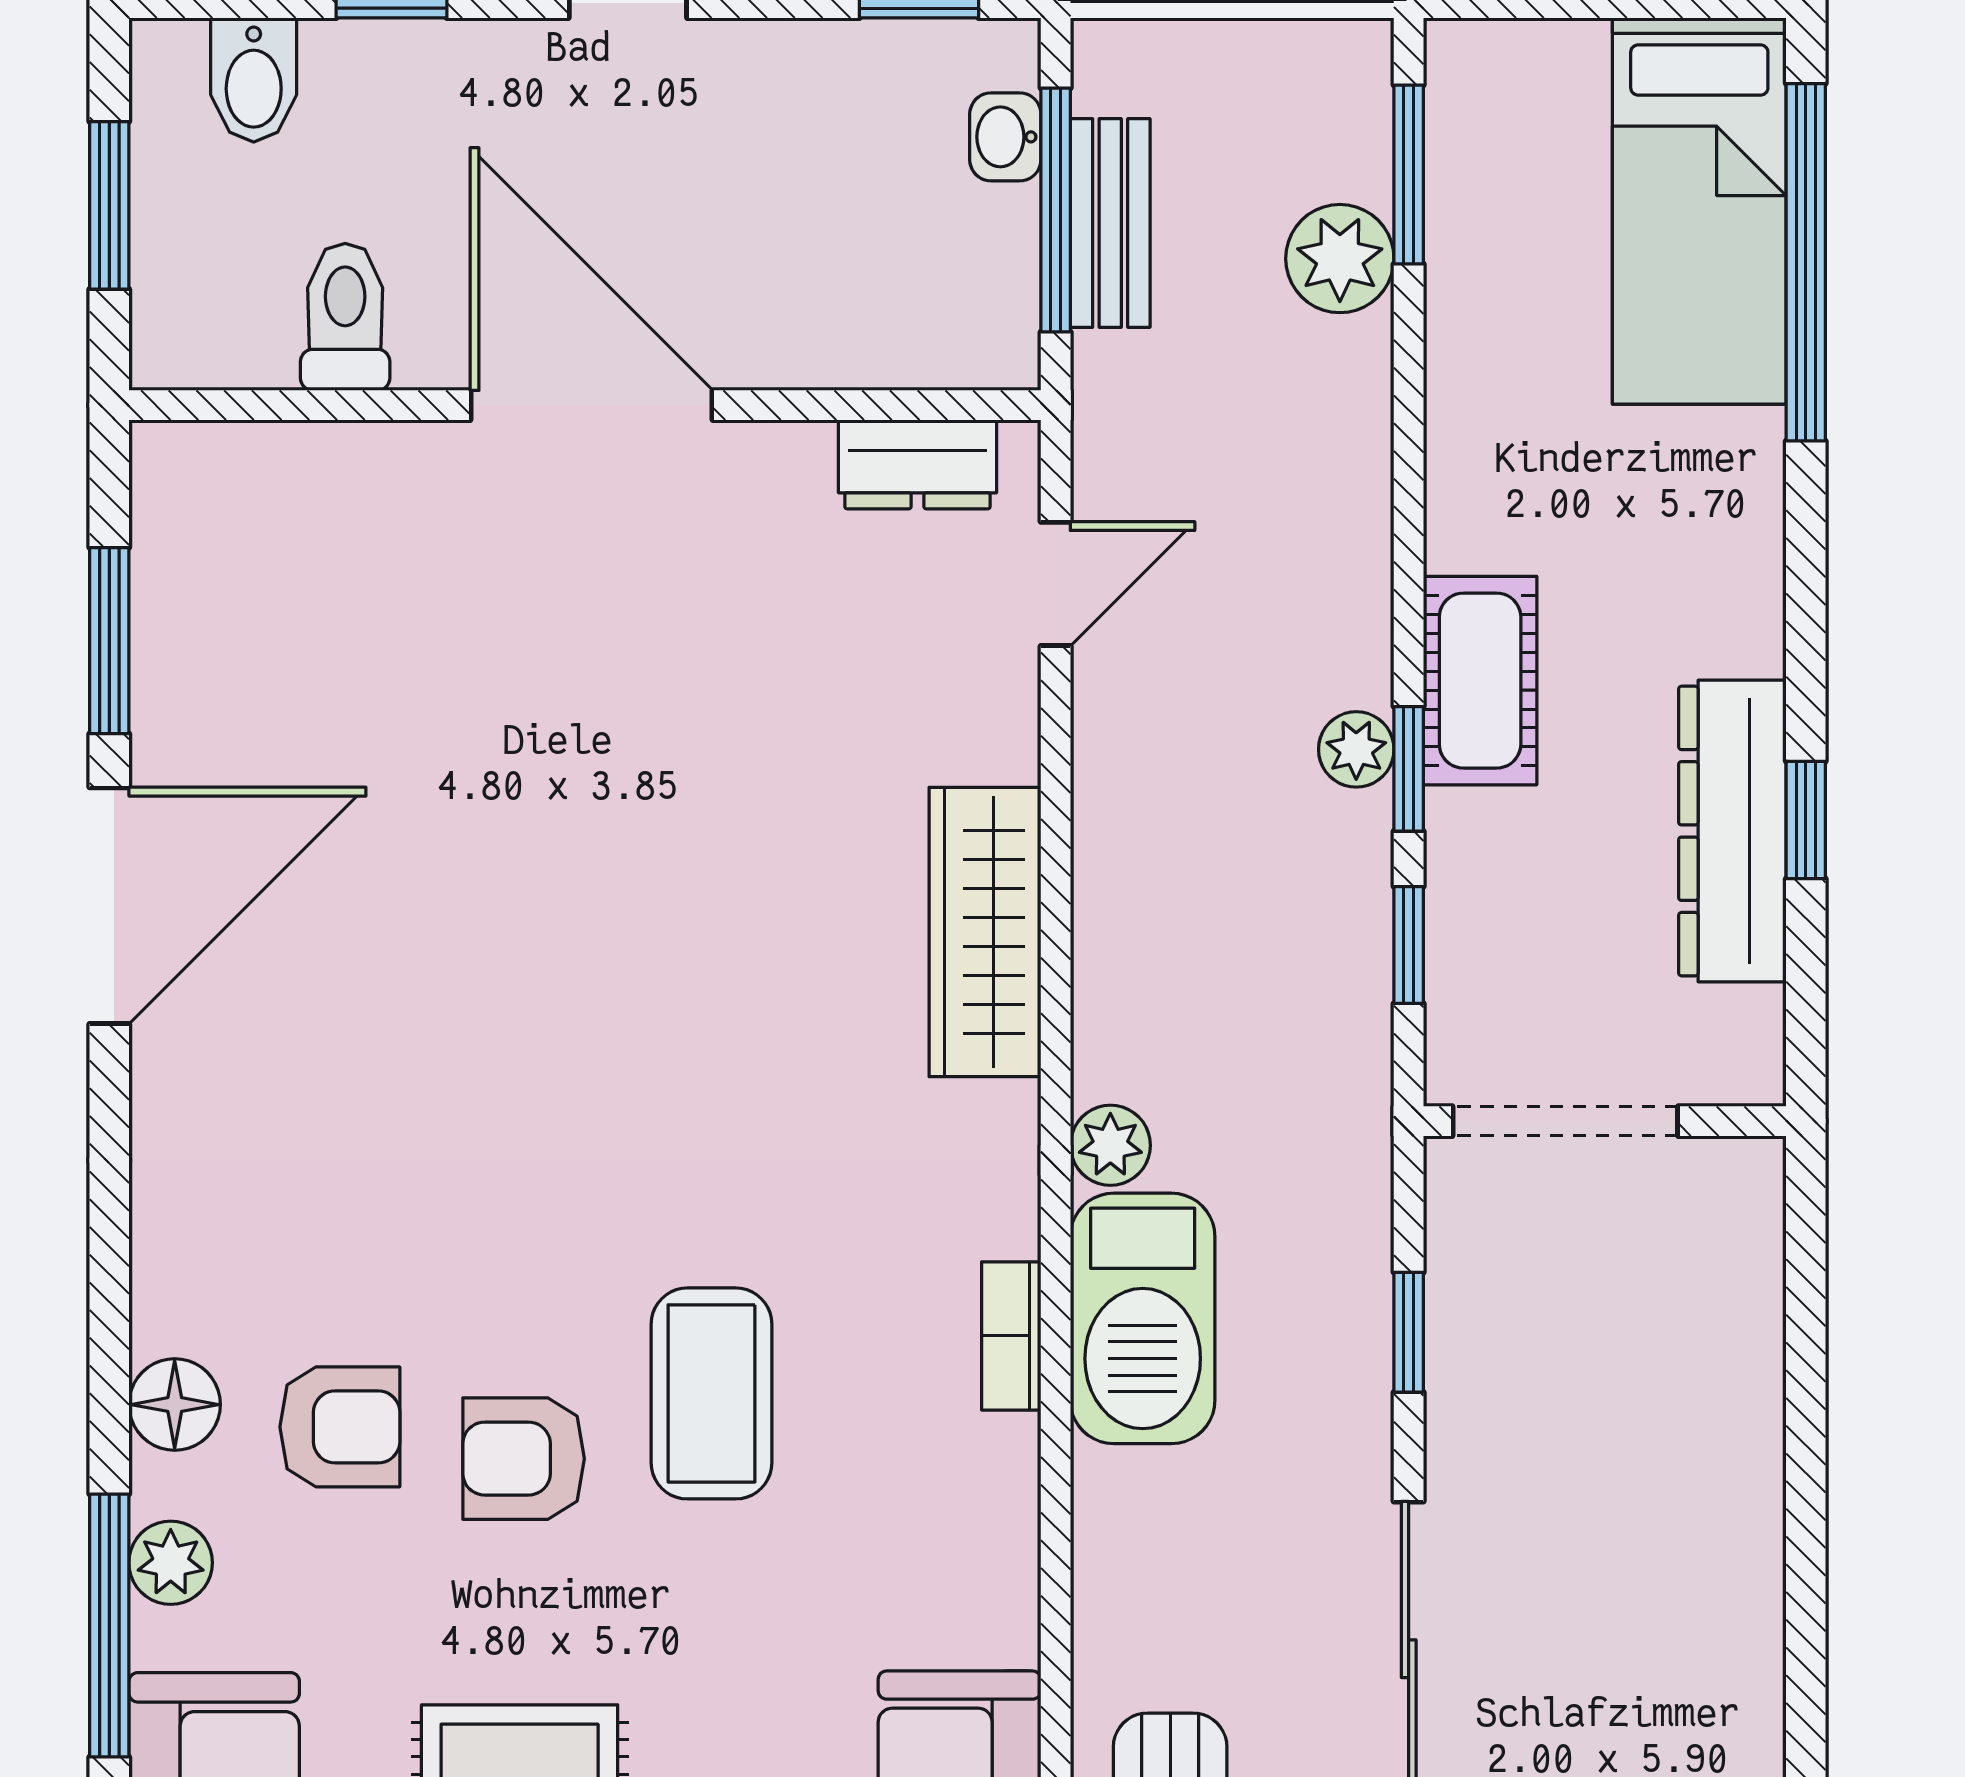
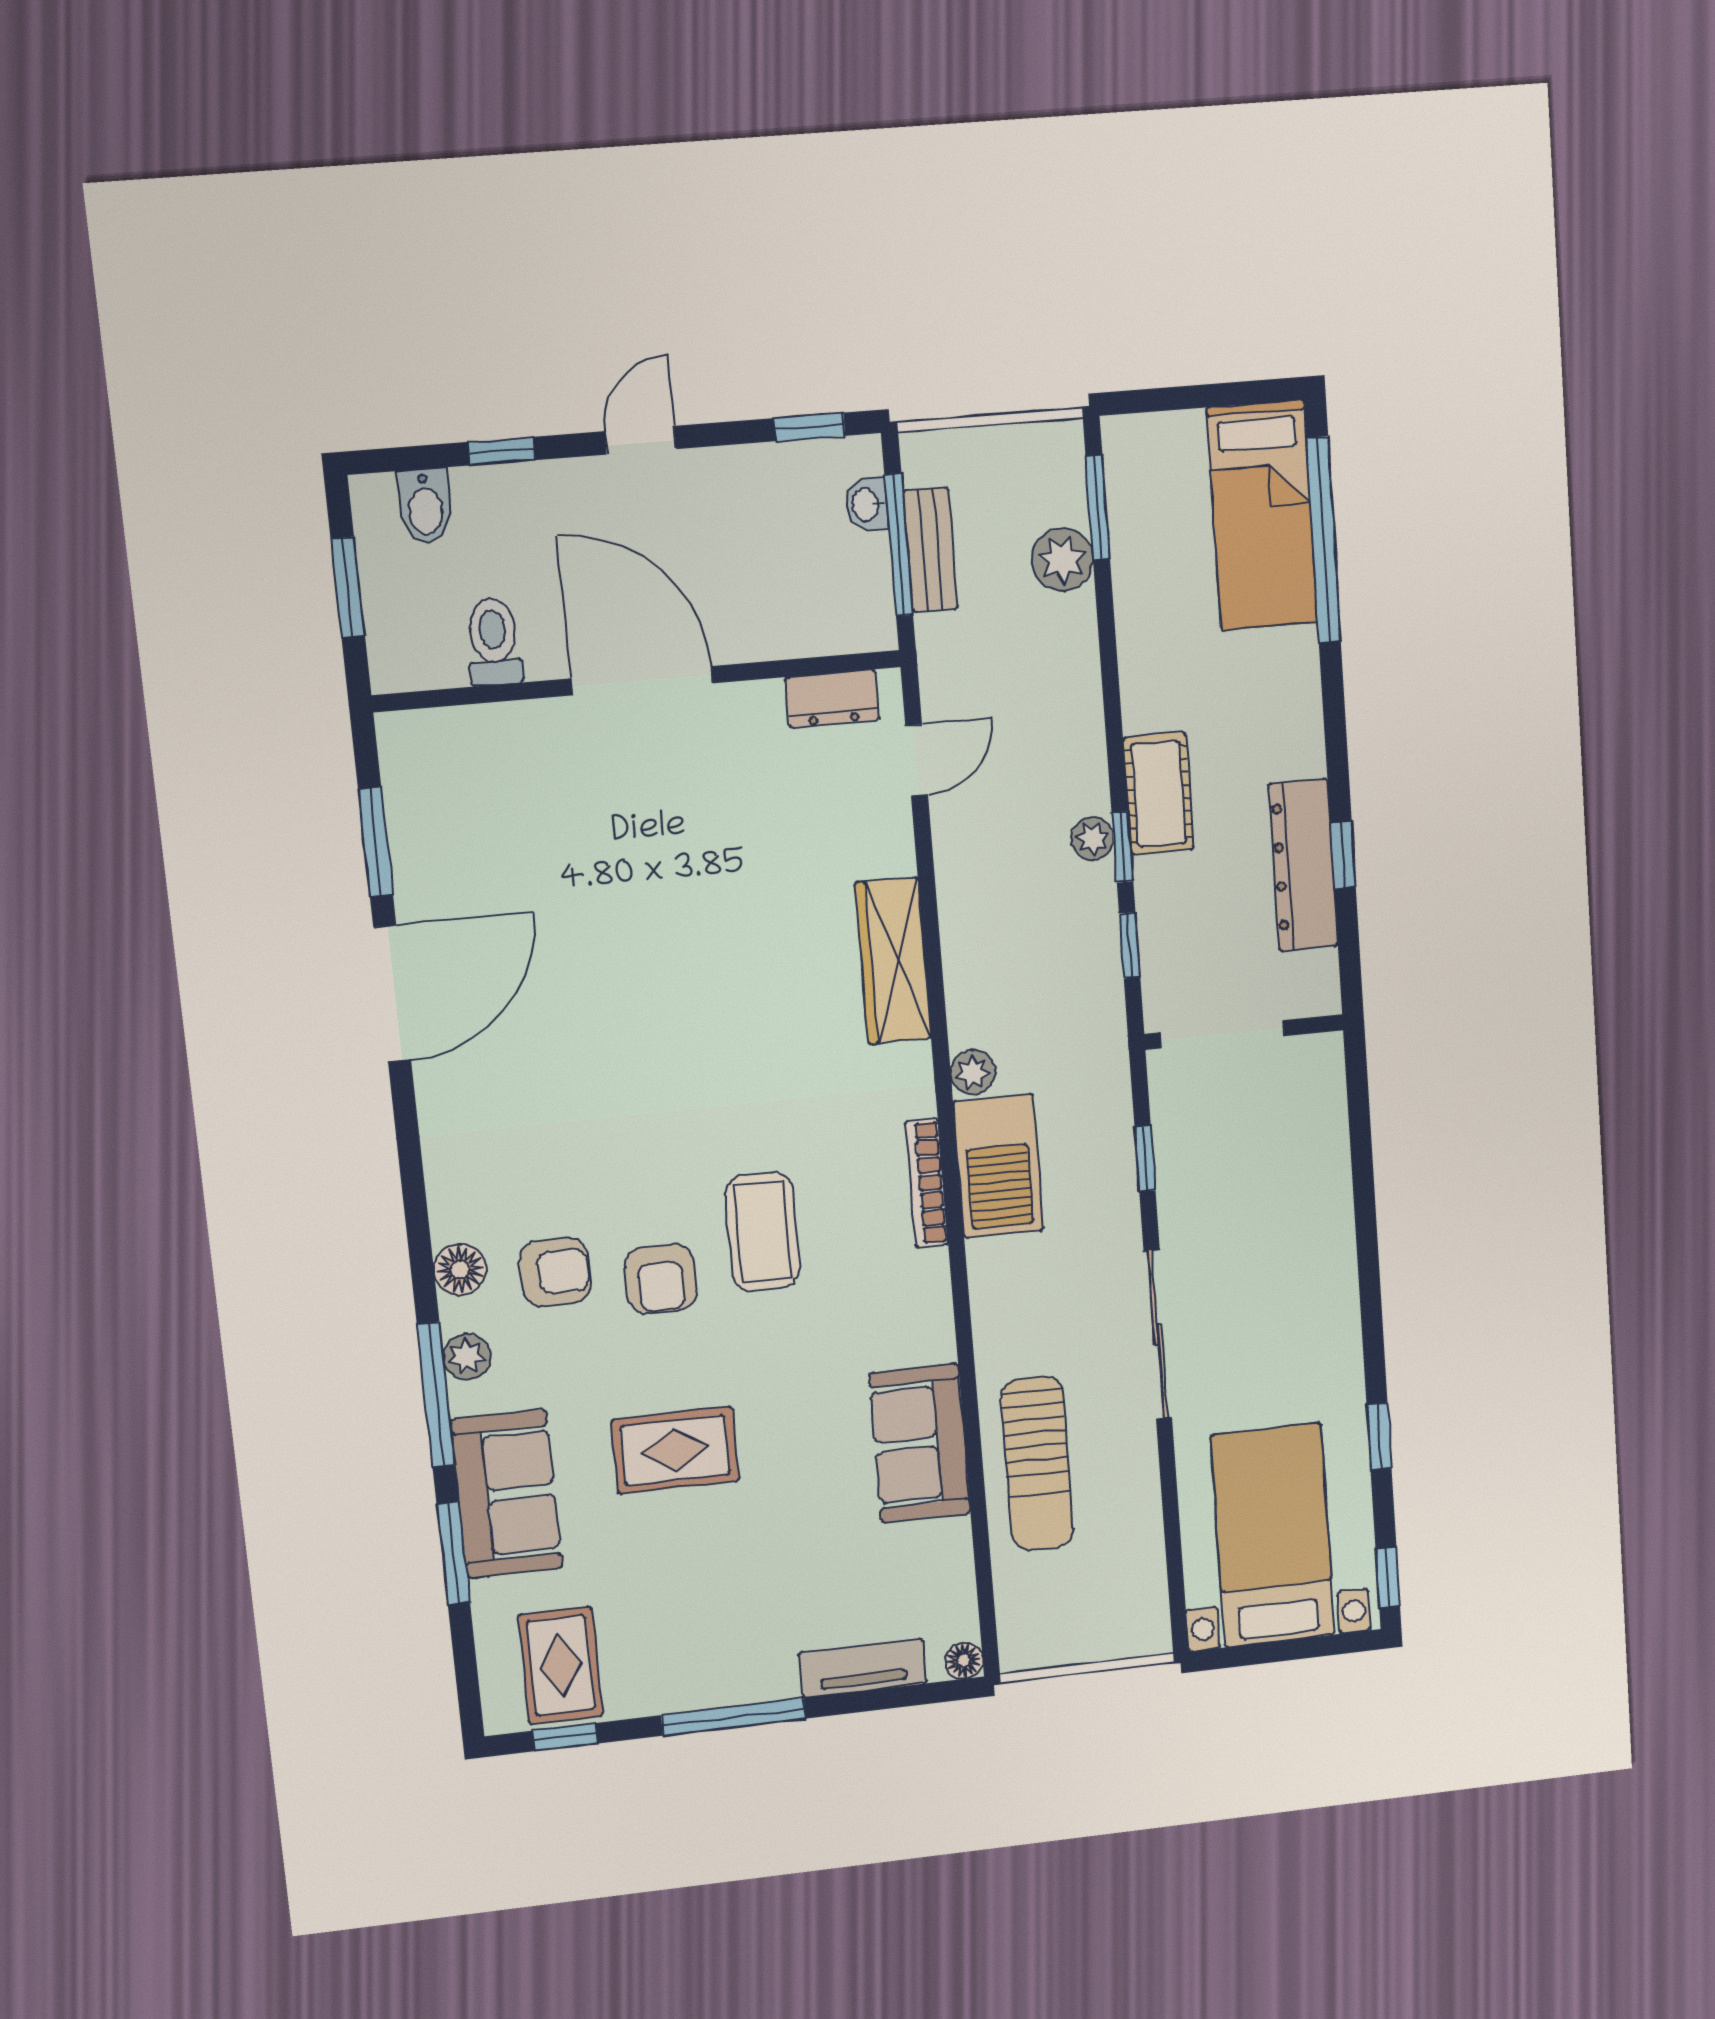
bookcase: (1011, 1336) -> (927, 1183), width x1.56
armchair: (524, 1459) -> (661, 1279), turned -90

